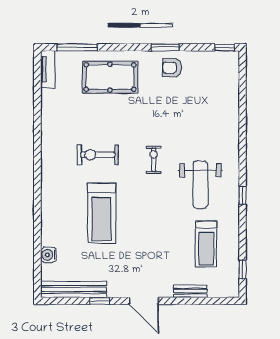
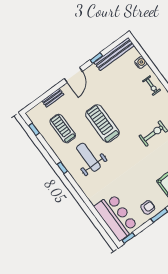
bar counter: (220, 85) -> (116, 217), added
exercise bike: (154, 160) -> (152, 86), moved
treadmill: (102, 213) -> (102, 124), moved
door: (144, 301) -> (73, 75), swing flipped

